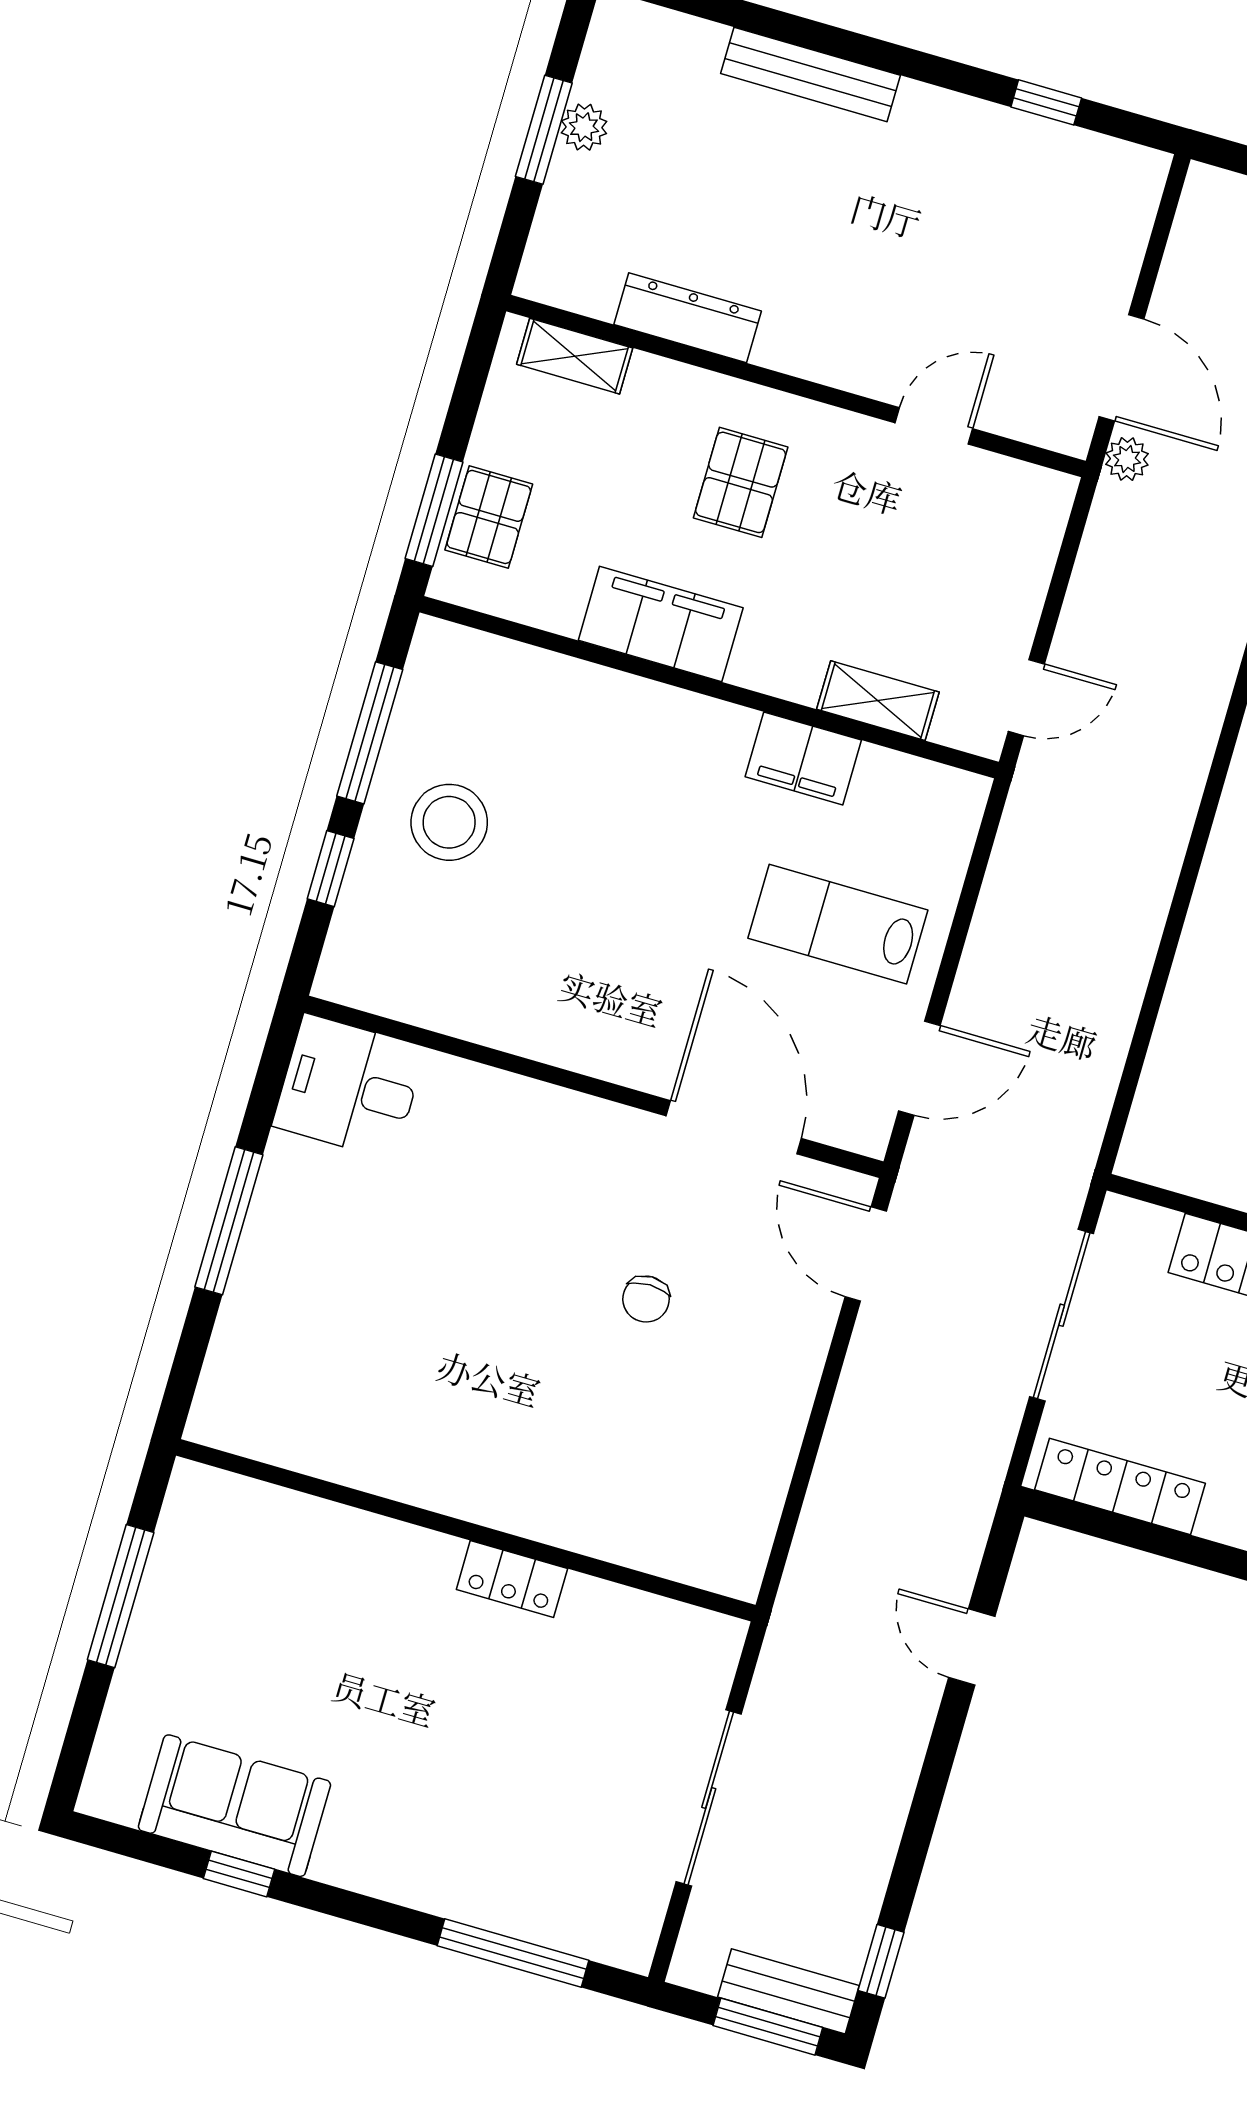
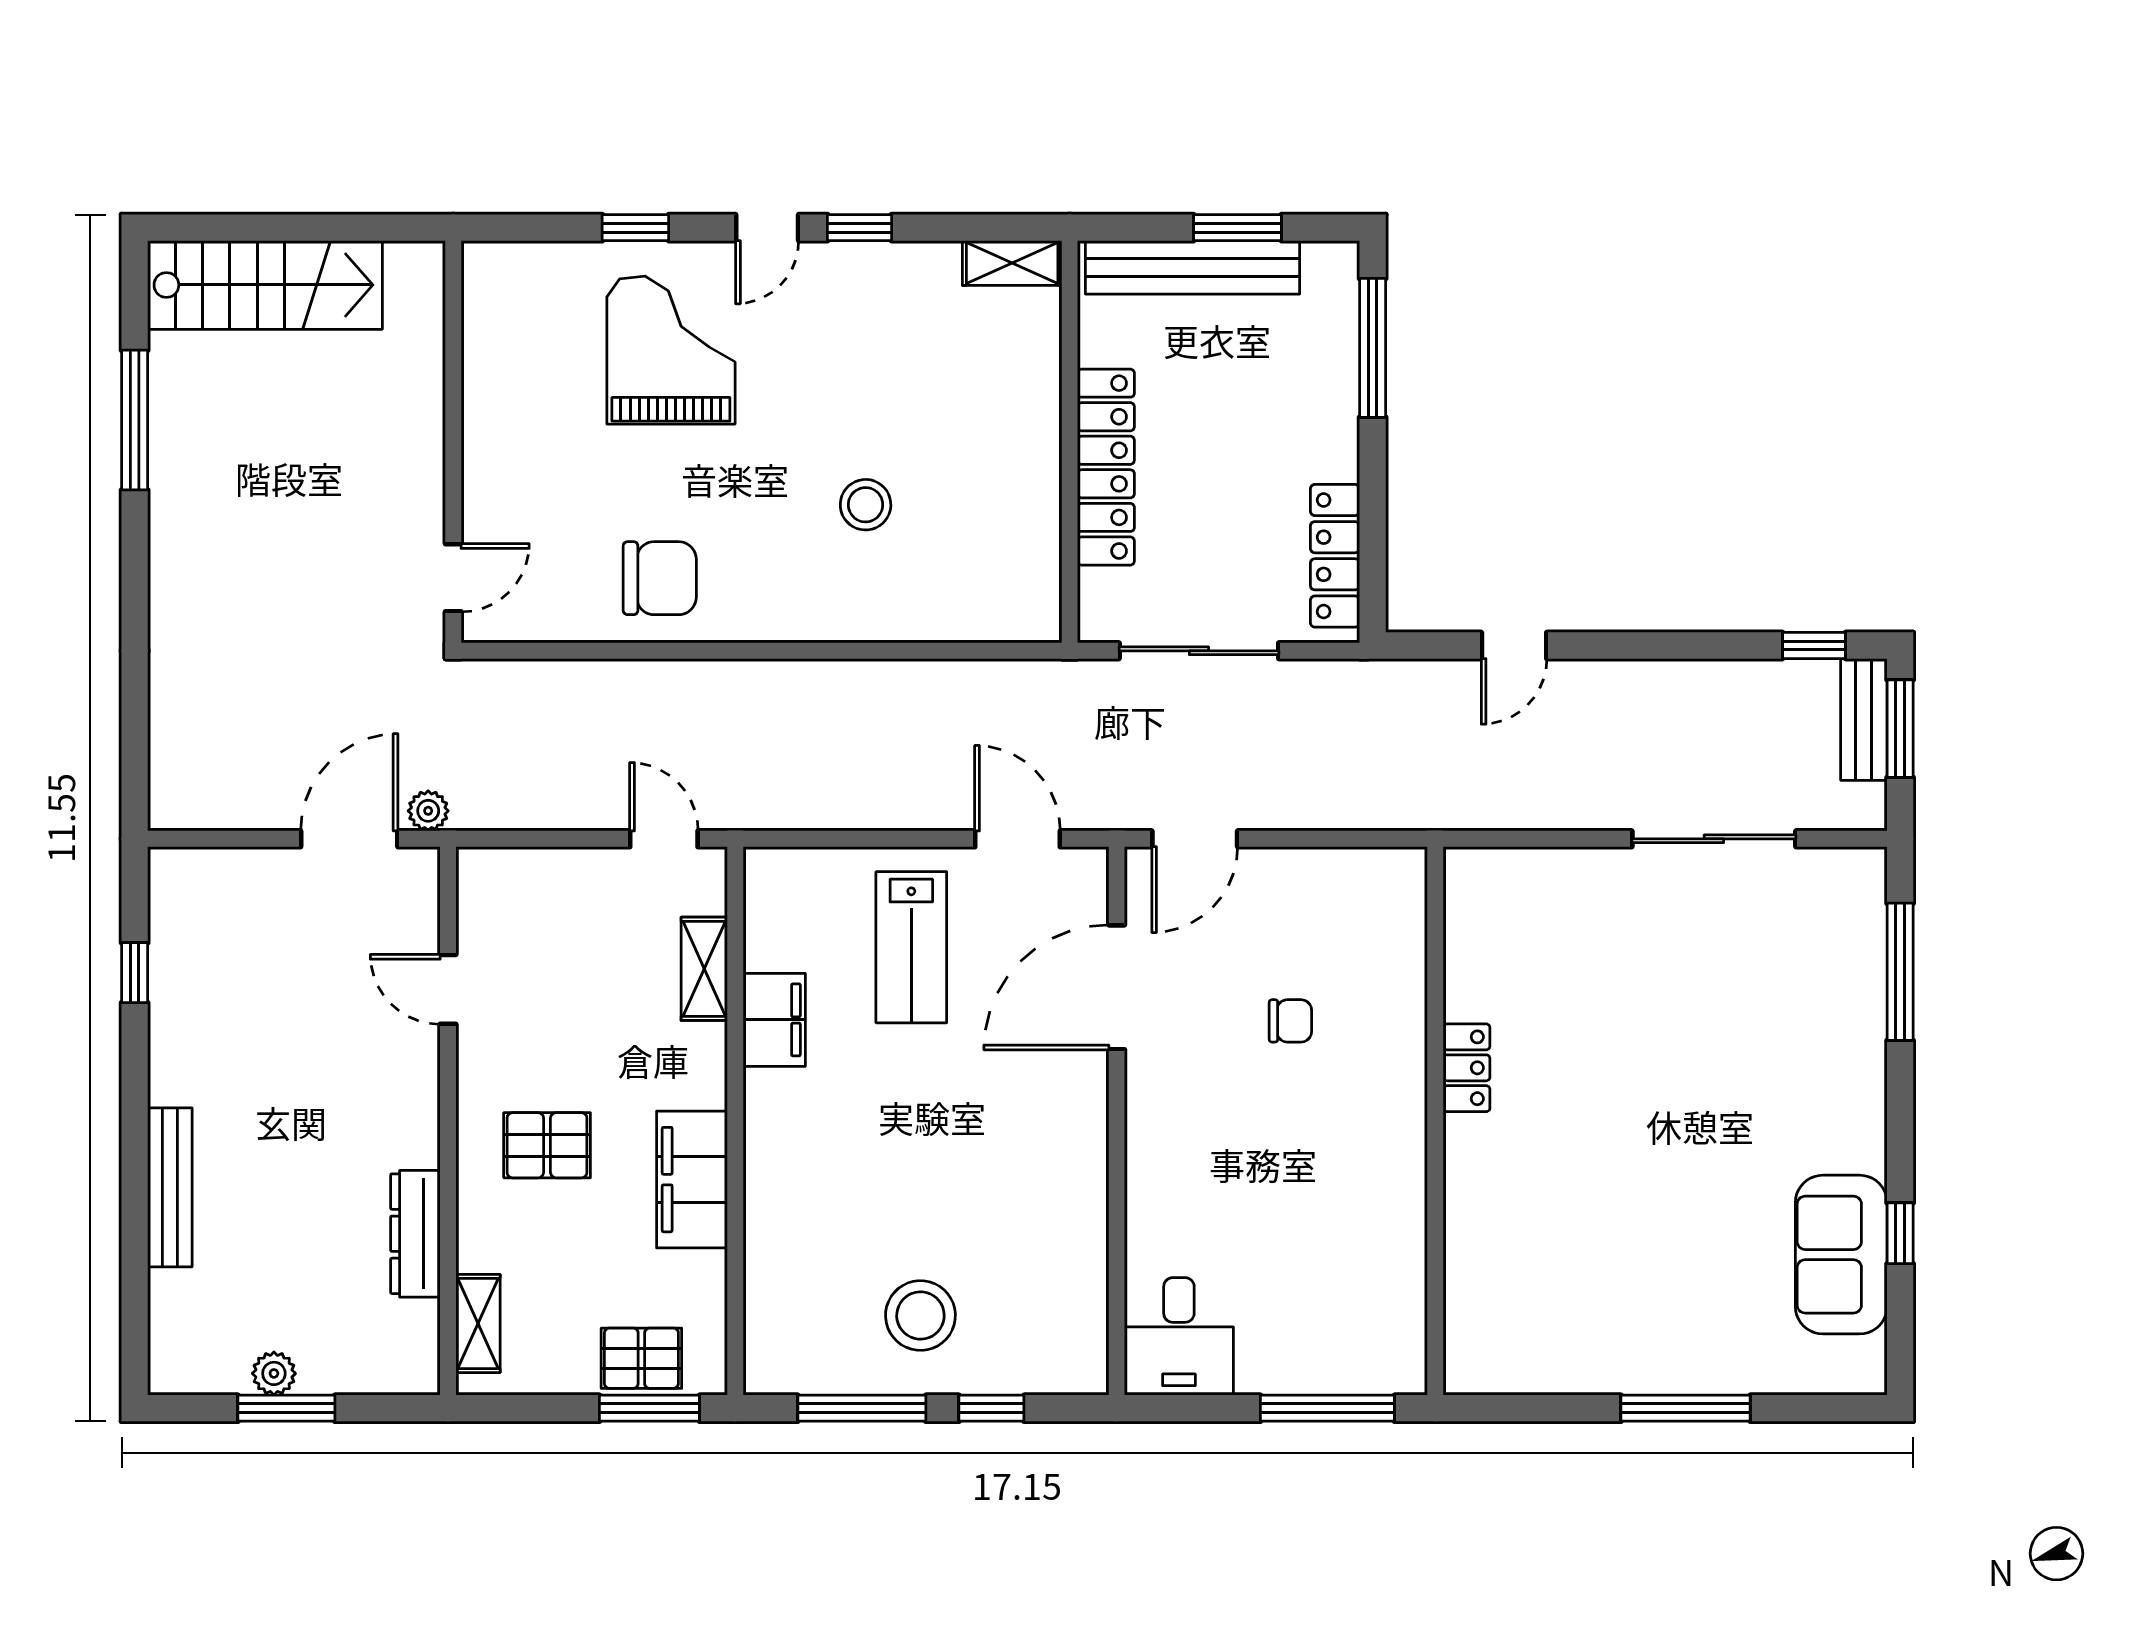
wall: (466, 1530) -> (1435, 1121), moved
locker: (512, 1579) -> (1467, 1068), moved

